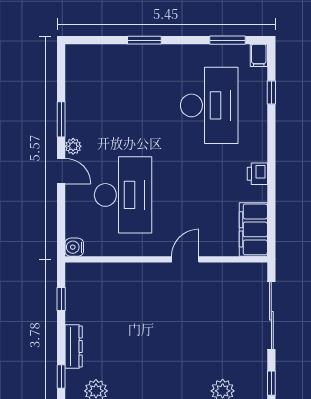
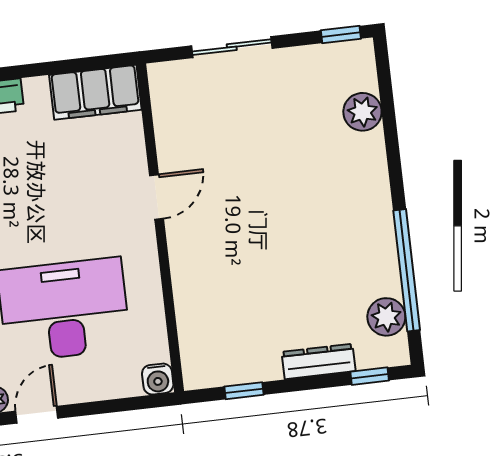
door: (185, 259) -> (157, 197), swing flipped
sliding door: (271, 316) -> (232, 47), width x0.73

